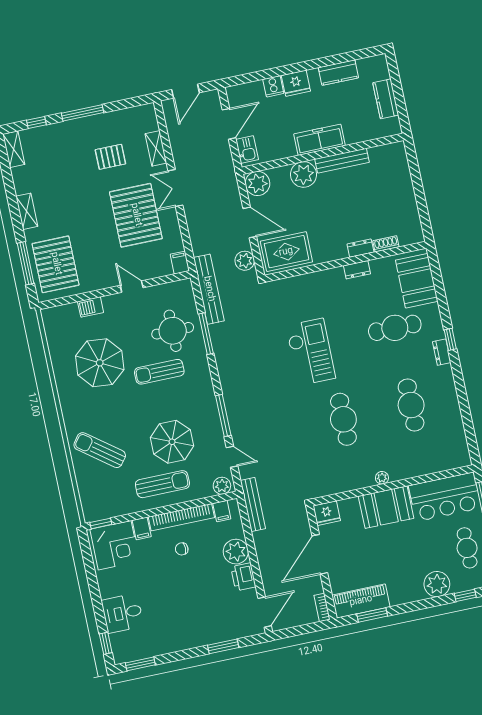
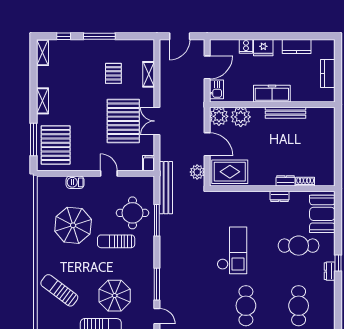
pallet: (110, 157) -> (113, 73), turned 90
plant: (304, 174) -> (241, 117), moved
double door: (175, 188) -> (157, 121), moved

